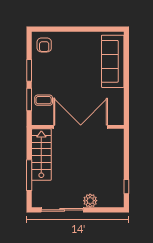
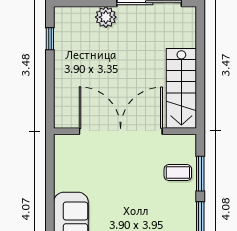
double door: (81, 127) -> (121, 131), swing flipped
window: (29, 175) -> (200, 57), removed

